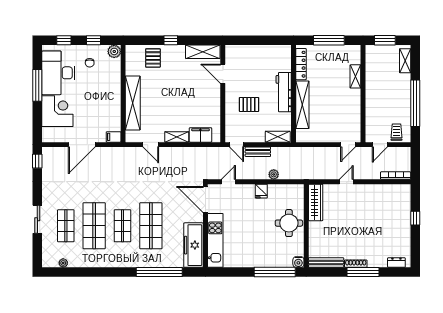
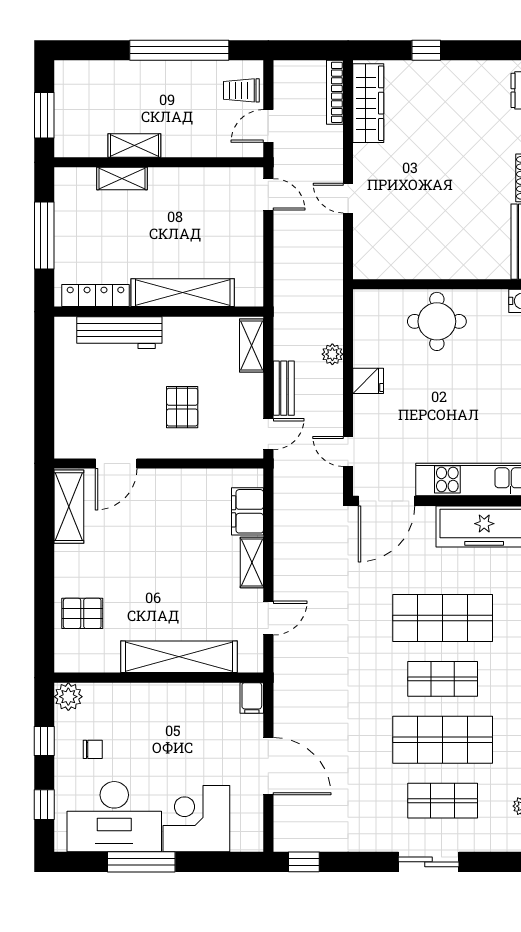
window: (171, 40) -> (44, 575), removed
shelving: (405, 61) -> (134, 145), moved
workbench: (284, 92) -> (119, 333), moved
door: (380, 145) -> (268, 126), swing flipped
wardrobe: (316, 202) -> (368, 103), moved, turned 90

